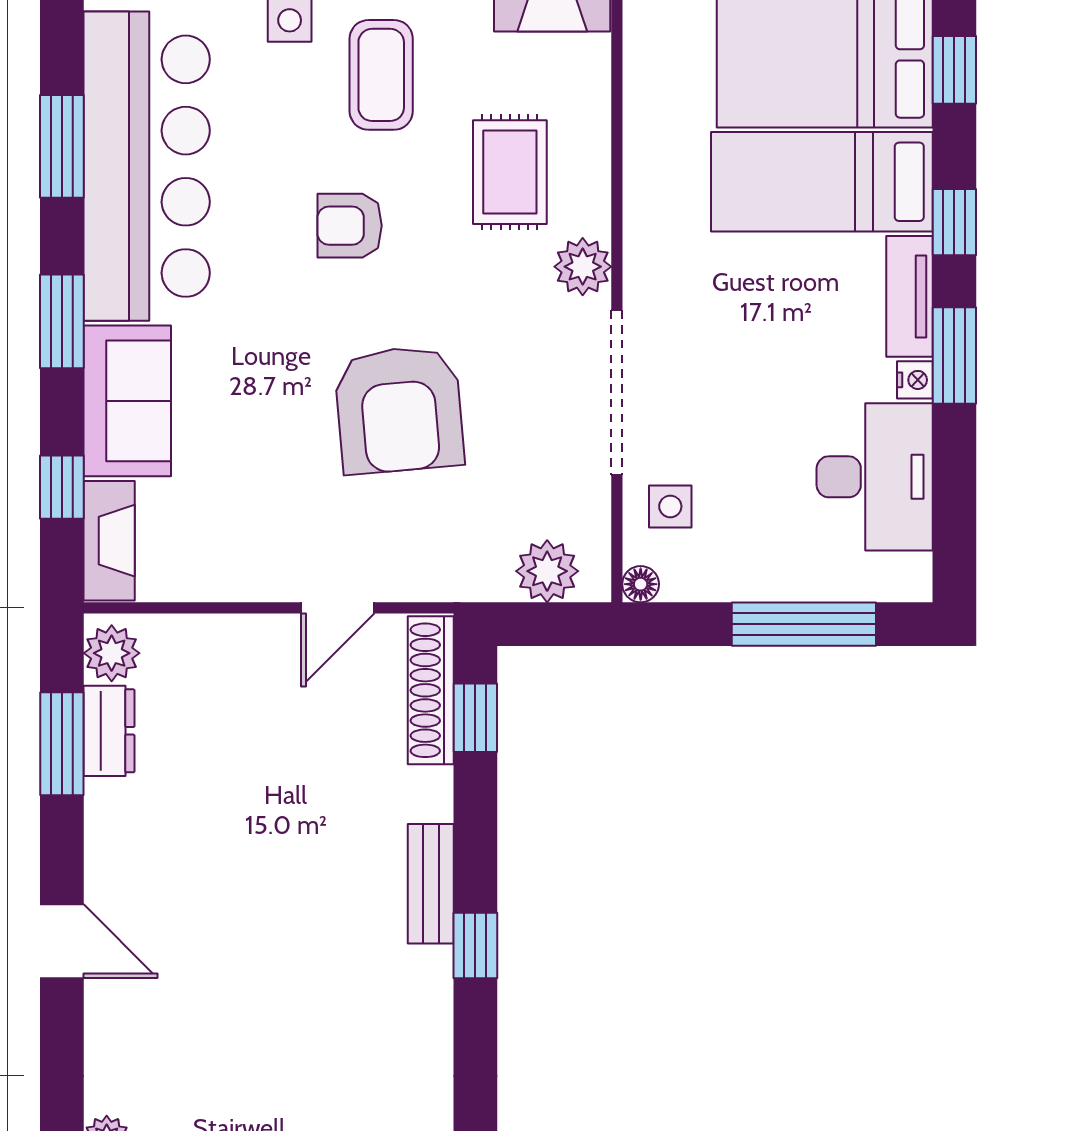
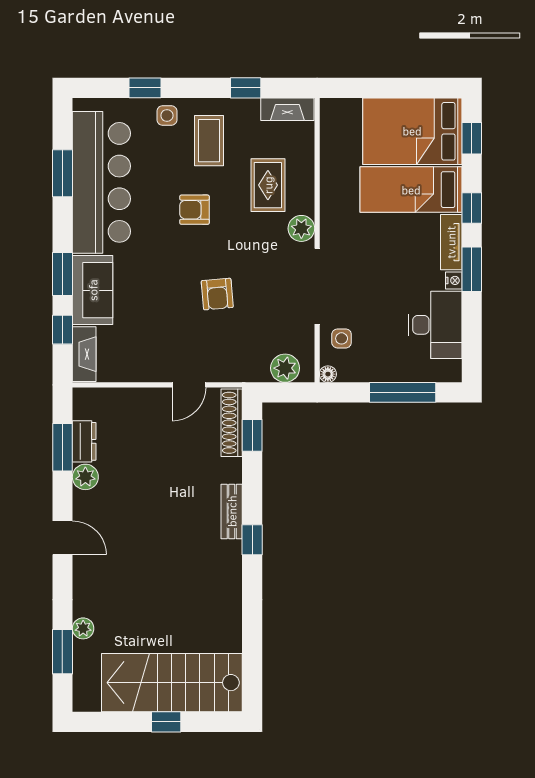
window: (62, 321) -> (62, 274), moved
armchair: (399, 410) -> (217, 294), width x0.53, depth x0.53
plant: (112, 653) -> (85, 477), moved

